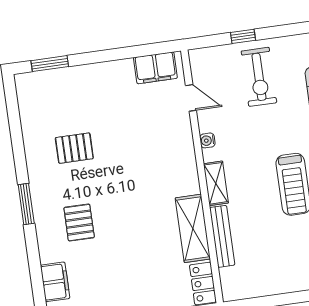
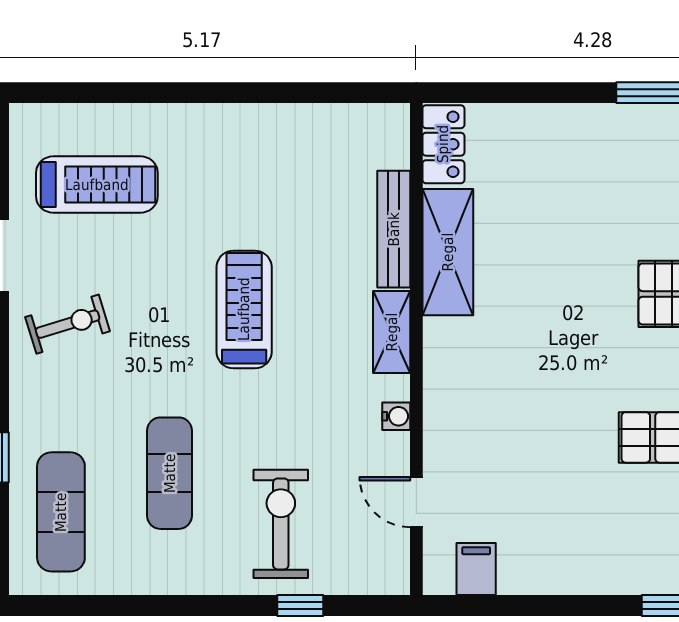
filing cabinet: (155, 68) -> (476, 569), width x0.50

